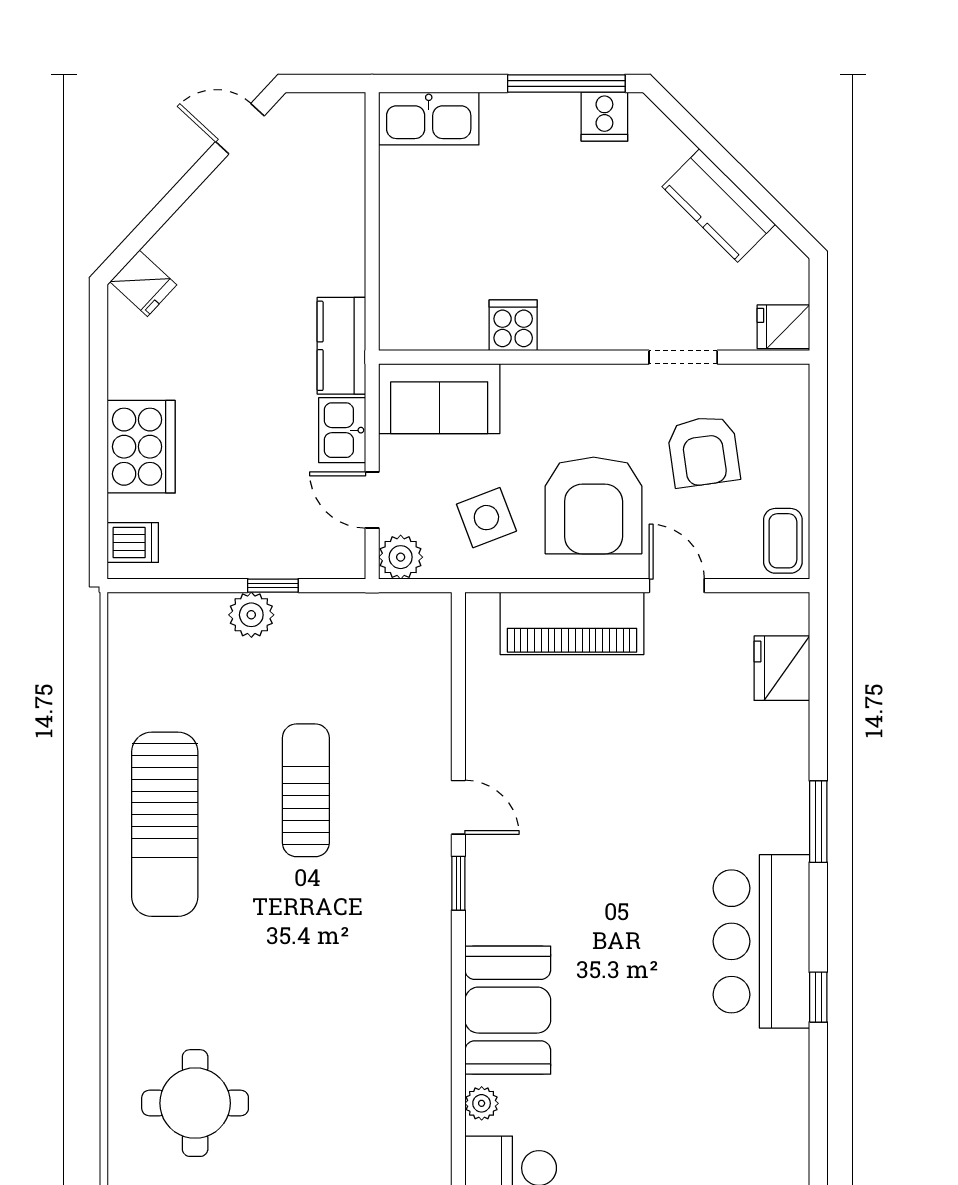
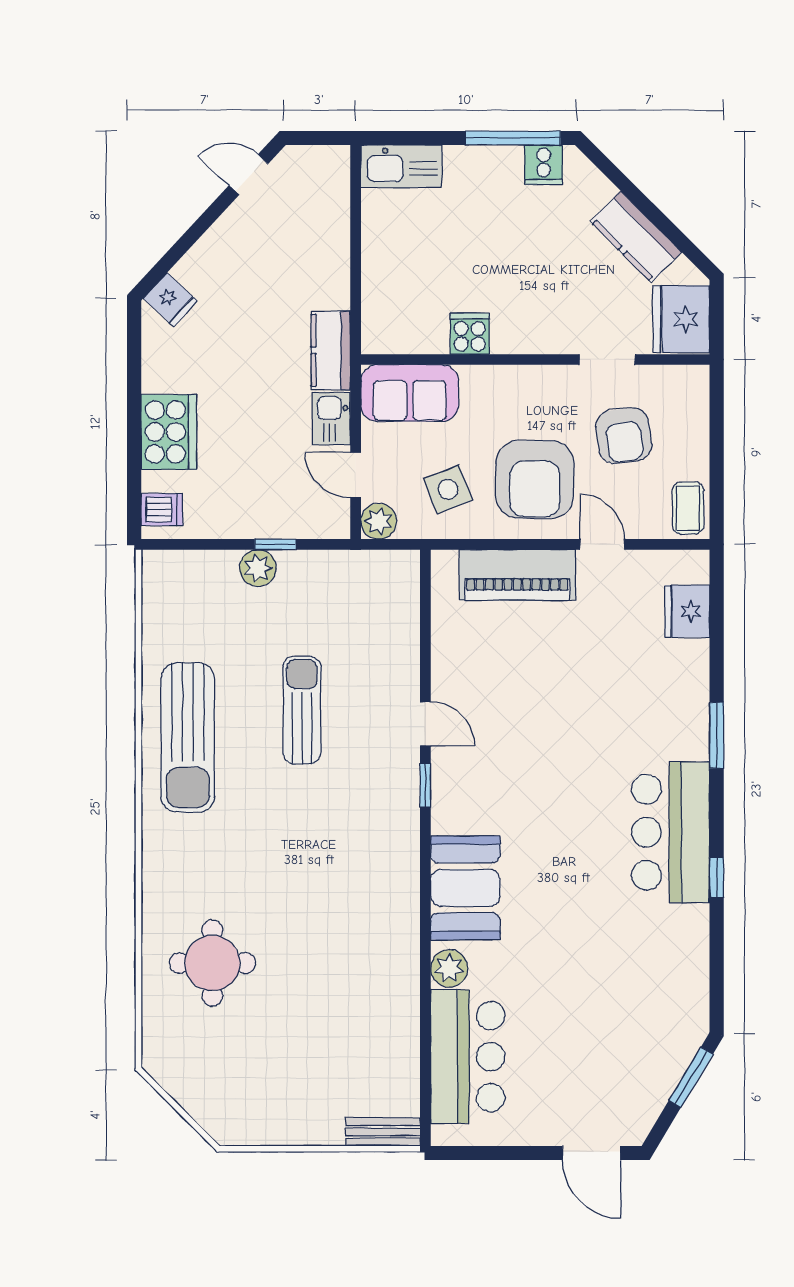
fridge: (783, 327) -> (681, 319), width x1.88, depth x1.34
plant: (482, 1103) -> (449, 968), width x1.38, depth x1.38

